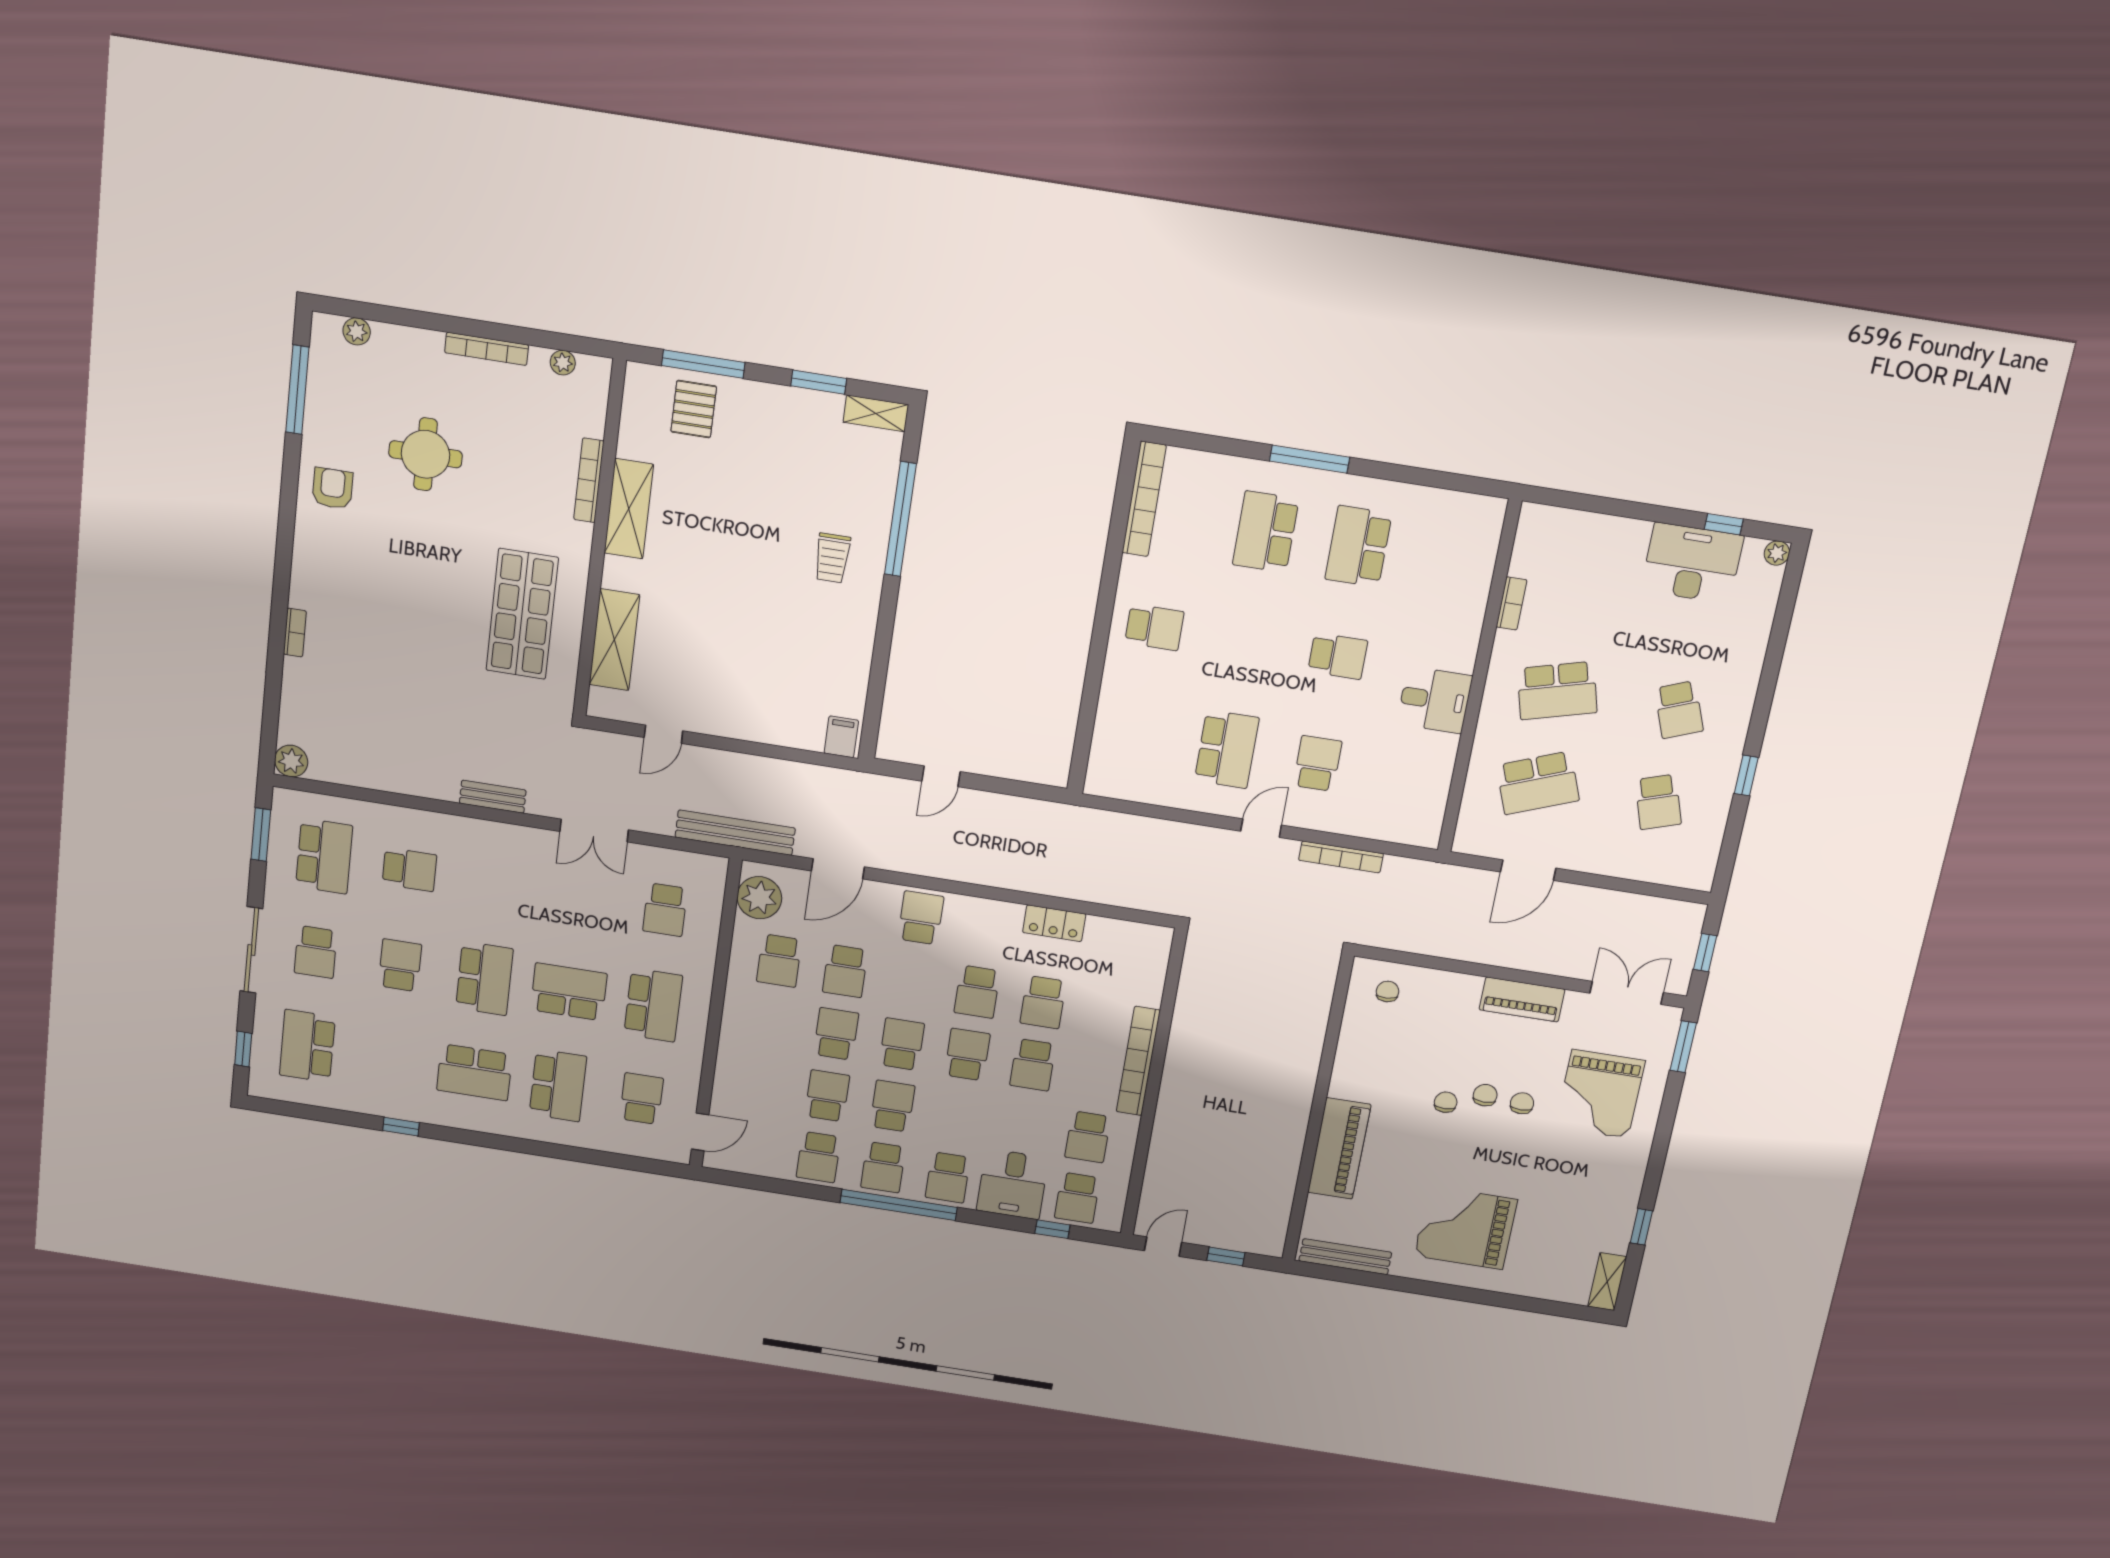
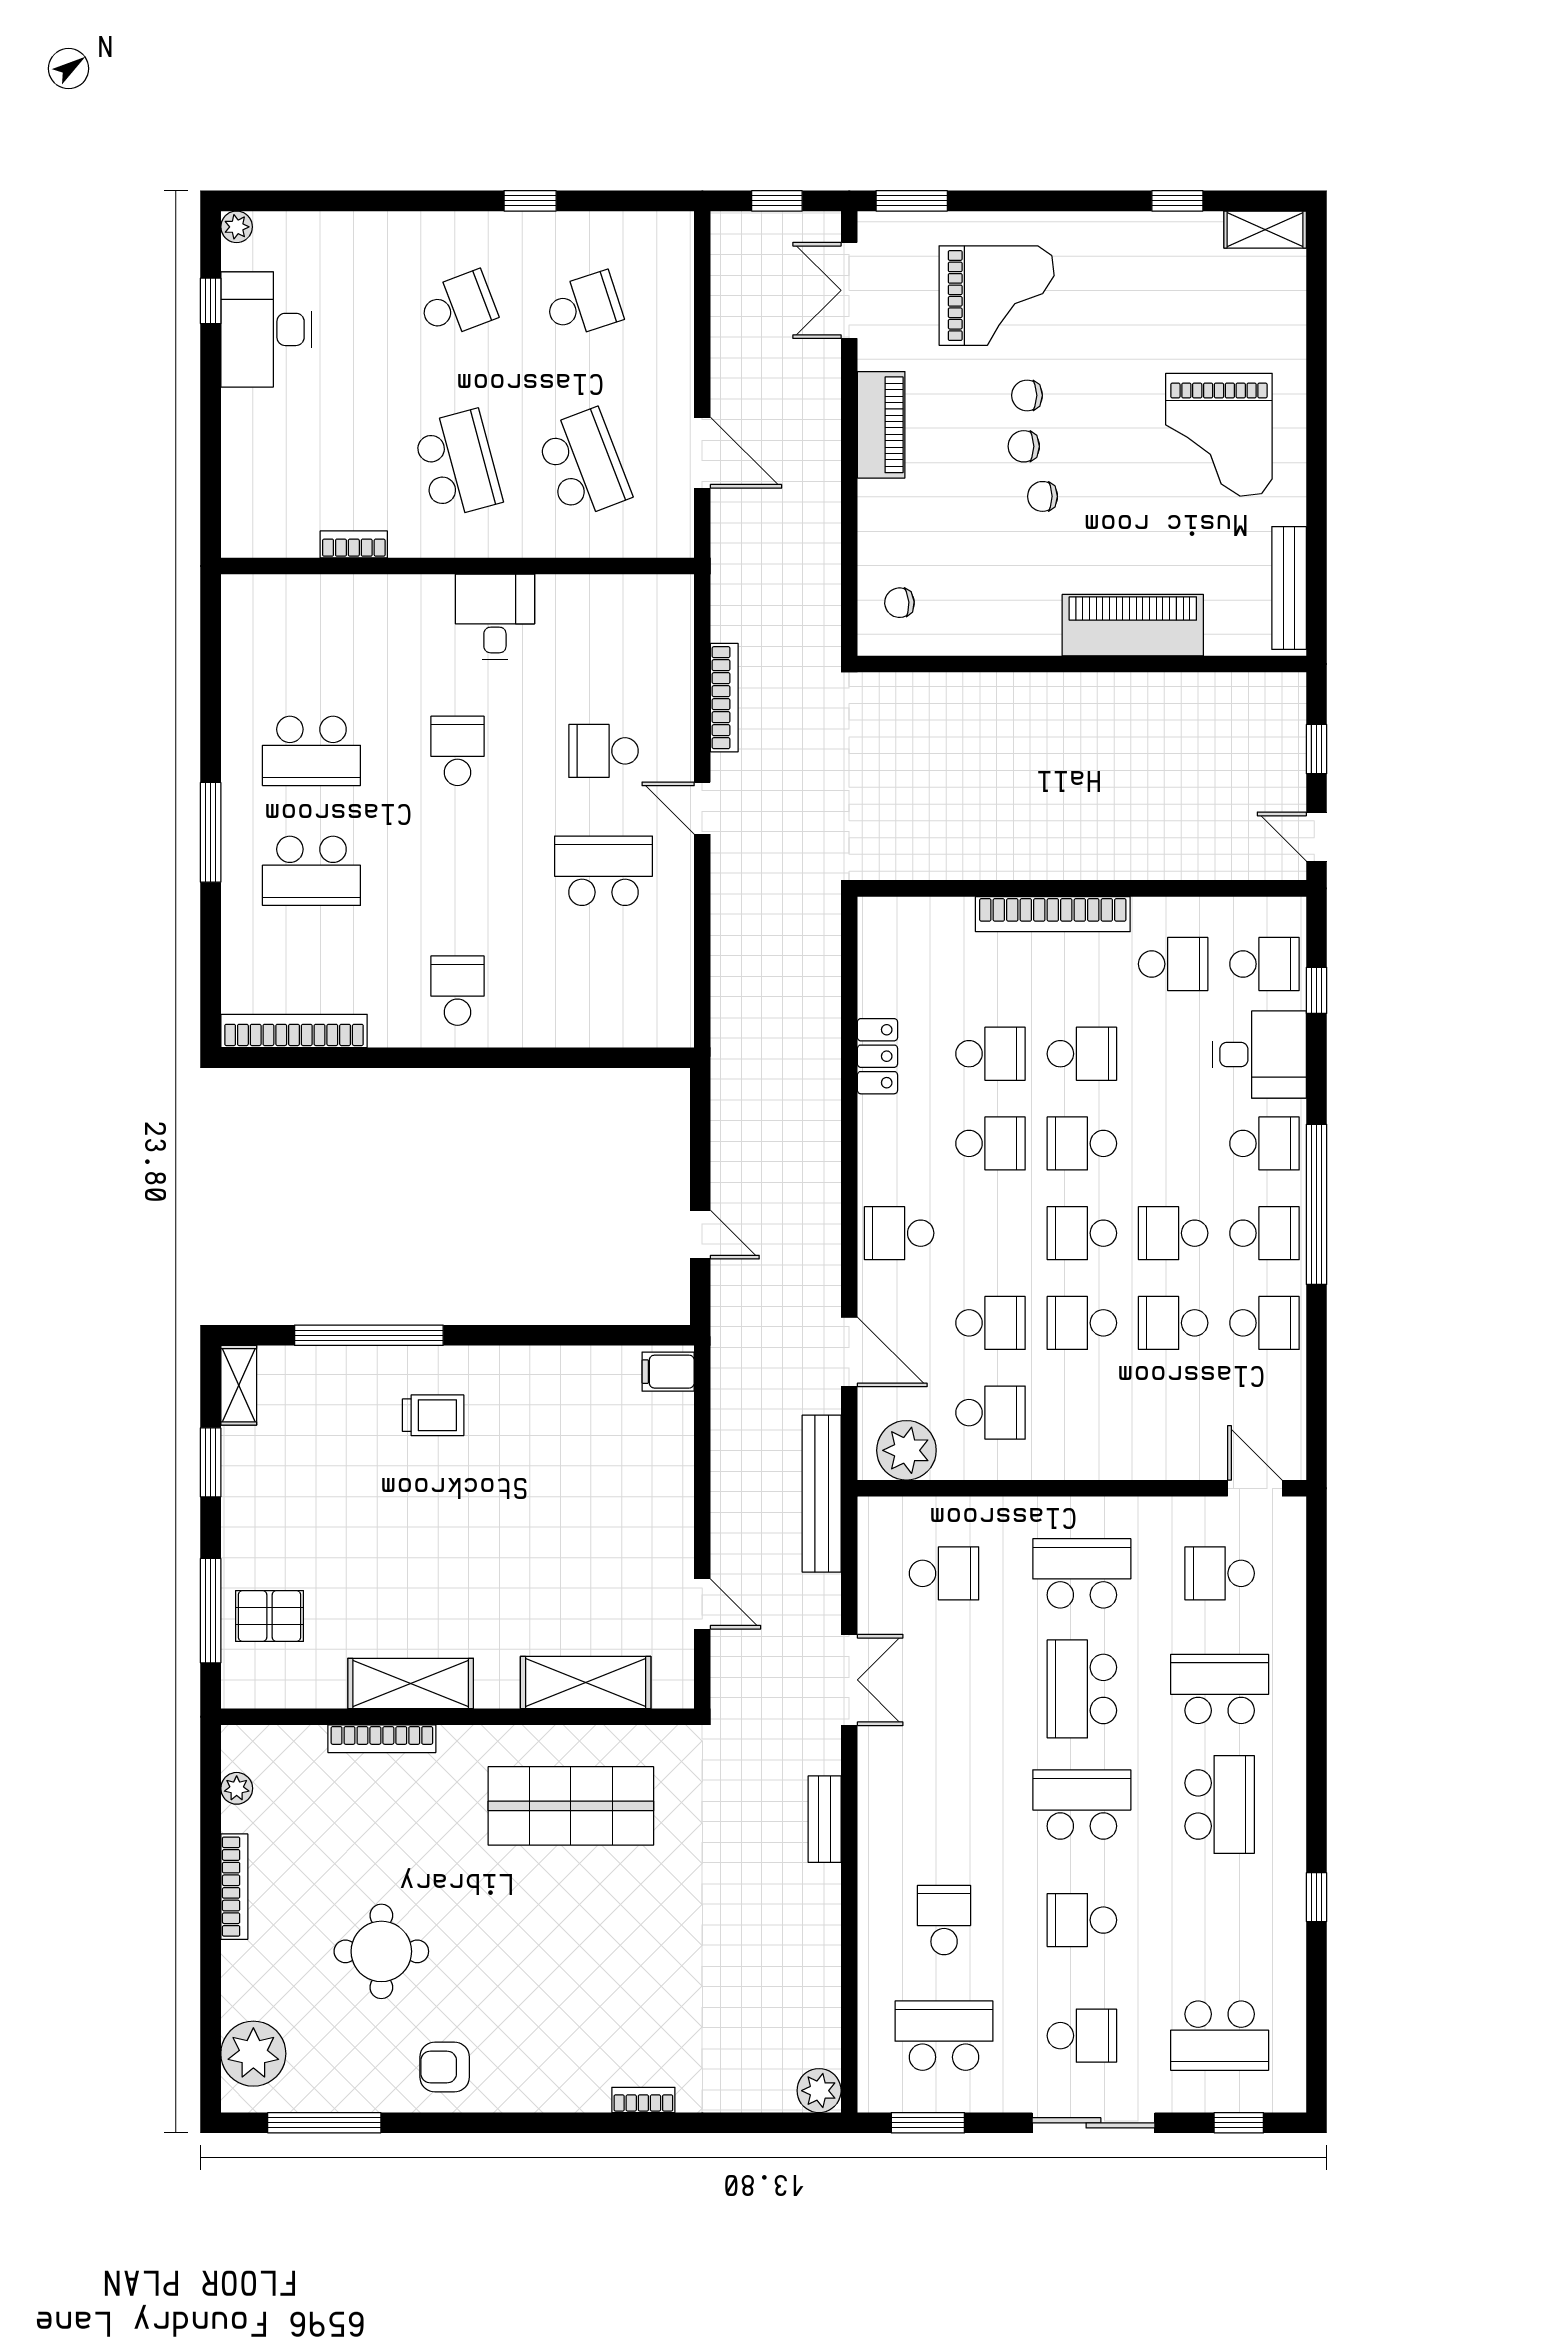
plant: (357, 331) -> (253, 2054), width x1.87, depth x1.87

